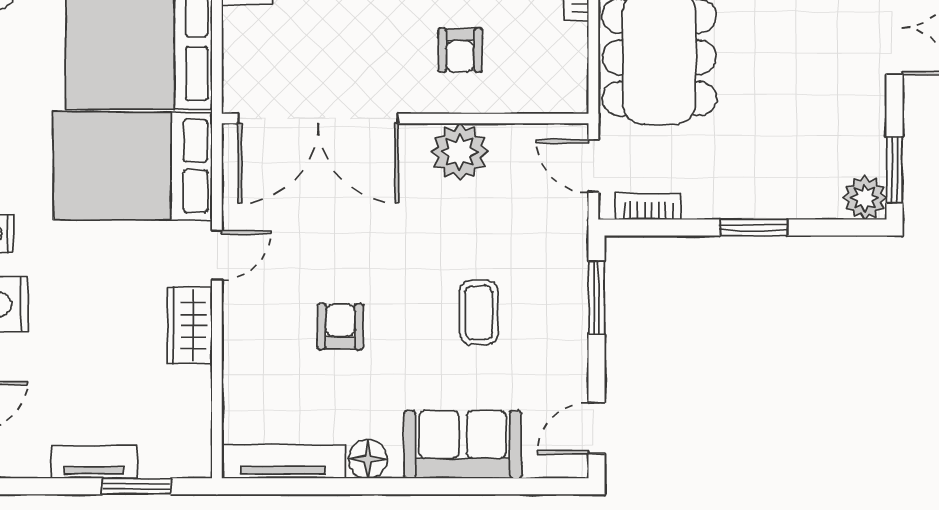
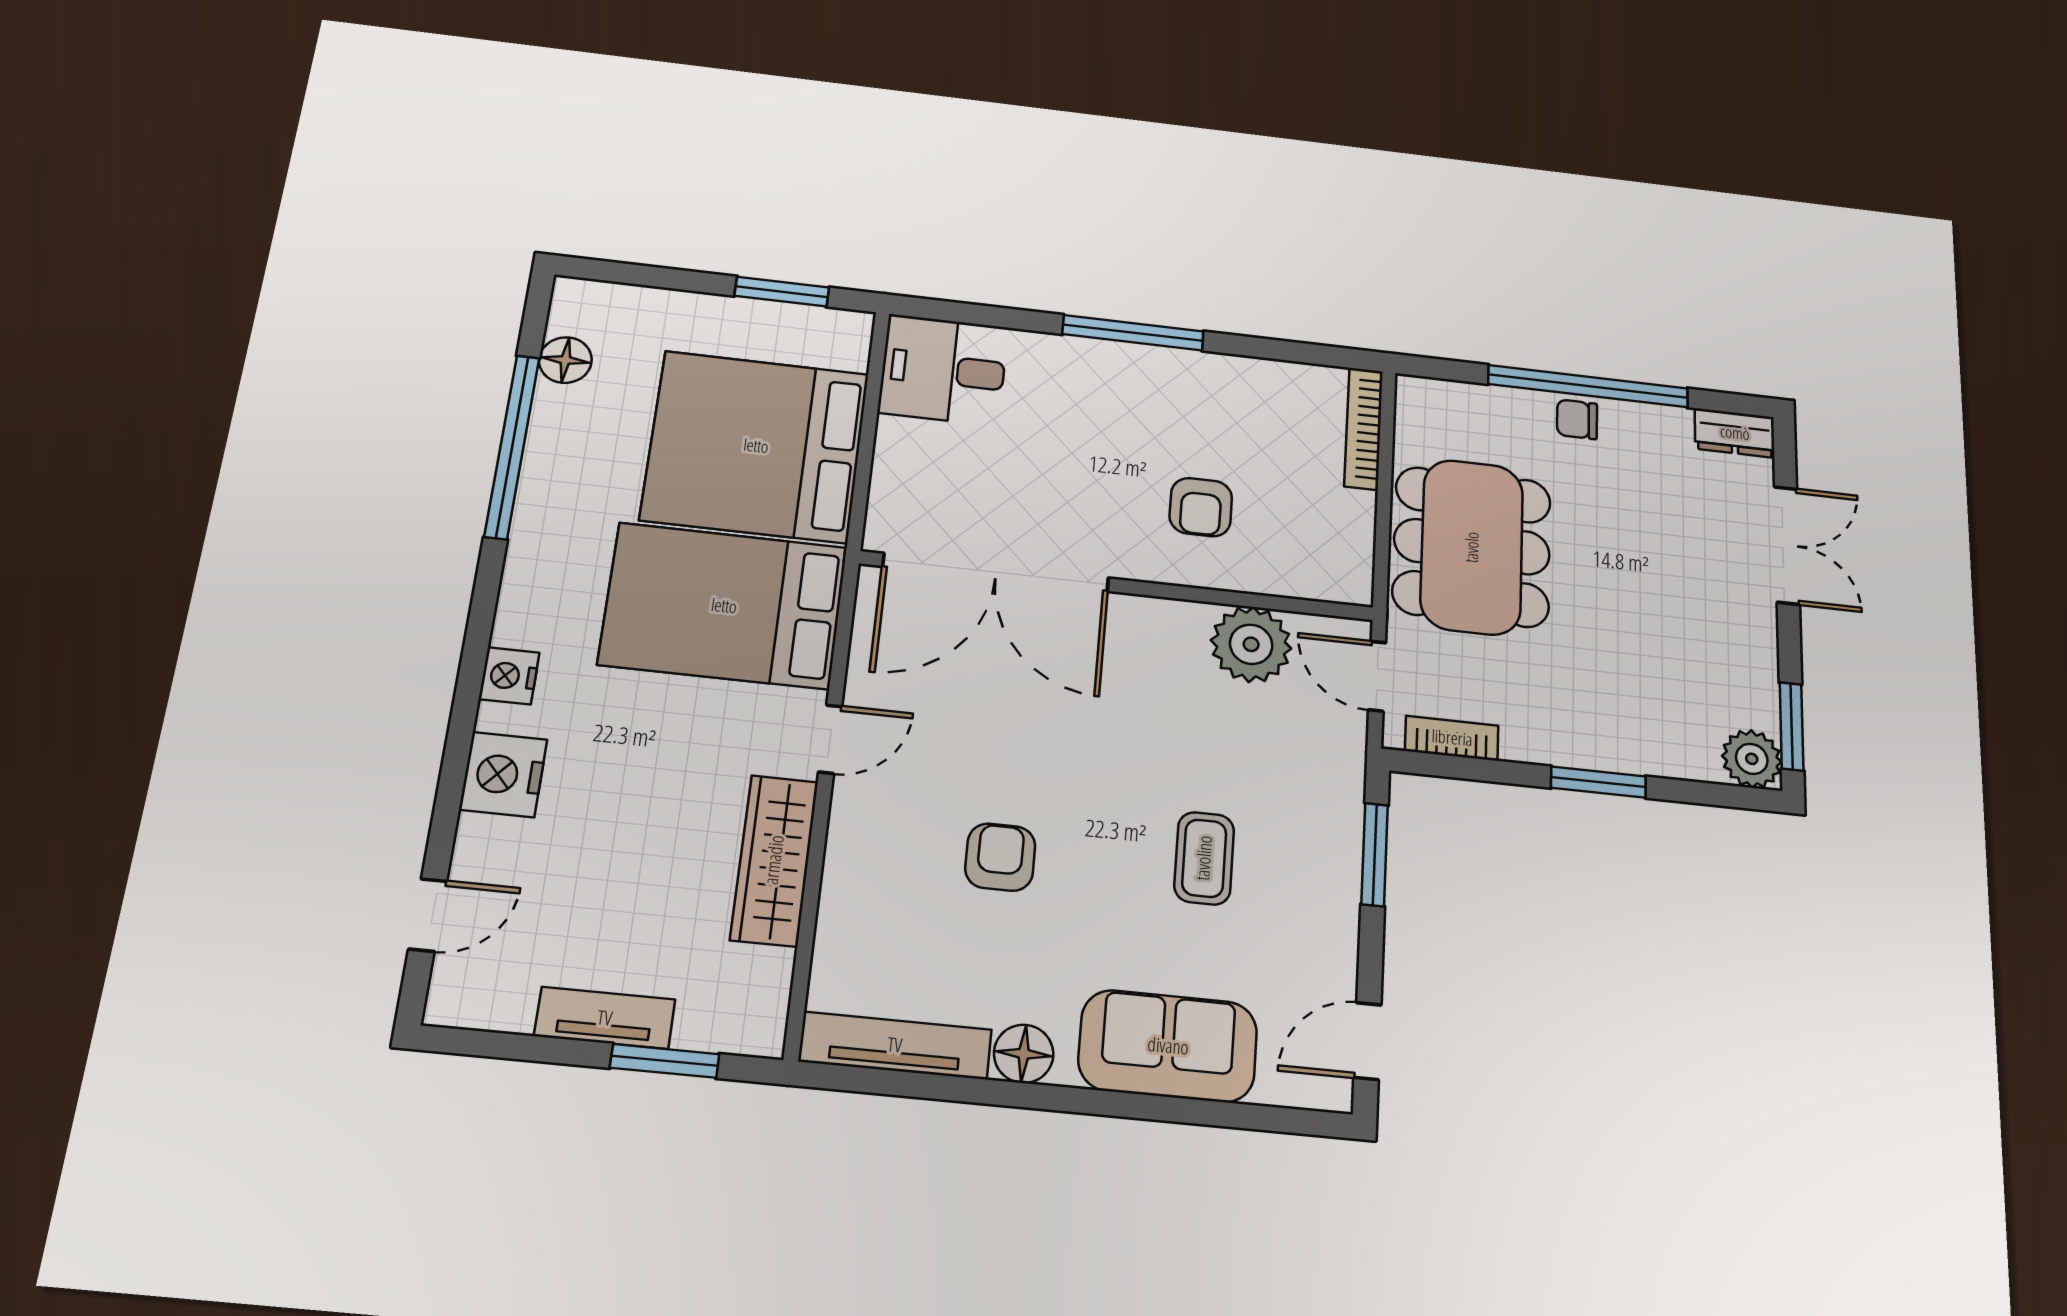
plant: (460, 152) -> (1251, 644), moved
wardrobe: (190, 325) -> (774, 860), width x1.50

